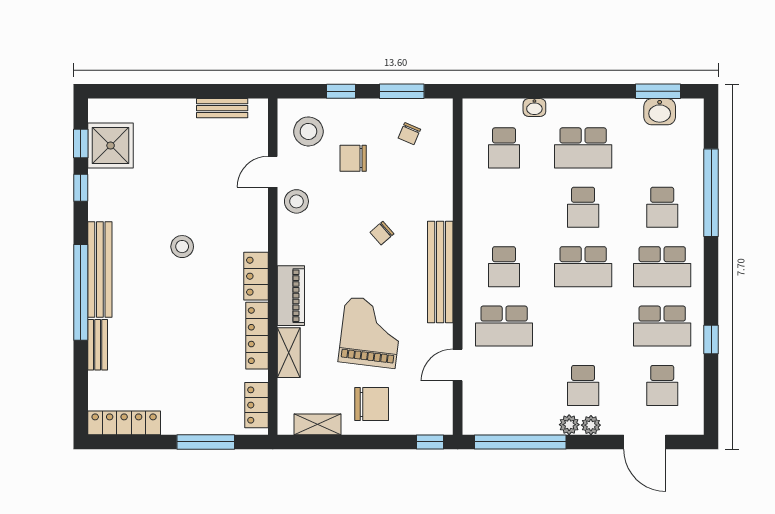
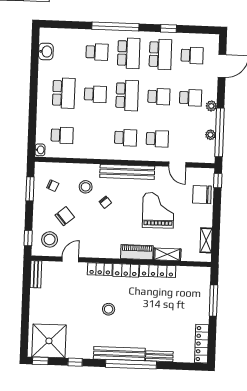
window: (341, 91) -> (28, 238), moved
window: (658, 91) -> (35, 52), removed
washbasin: (534, 107) -> (40, 150), moved
bench: (222, 108) -> (36, 274), moved
window: (81, 144) -> (40, 361), moved
shower: (111, 146) -> (49, 341), width x1.37, depth x1.37
chair: (353, 158) -> (65, 216), turned -130
door: (273, 172) -> (70, 259), swing flipped
window: (711, 193) -> (115, 27), moved
stool: (296, 201) -> (86, 187), moved
school desk: (504, 326) -> (157, 139), width x0.54
school desk: (583, 326) -> (159, 97), added
grand piano: (370, 332) -> (158, 210), turned 82
chair: (372, 404) -> (202, 195), moved, turned -90
locker: (257, 405) -> (100, 269), moved
plant: (591, 425) -> (210, 135), moved

